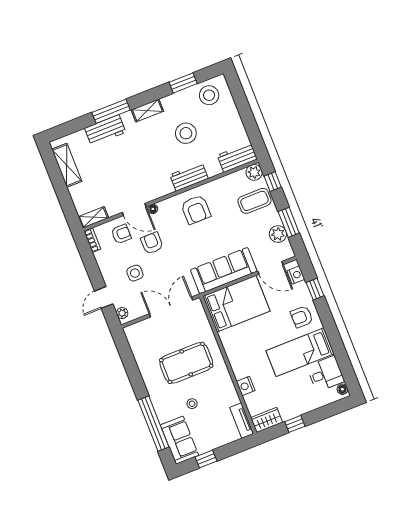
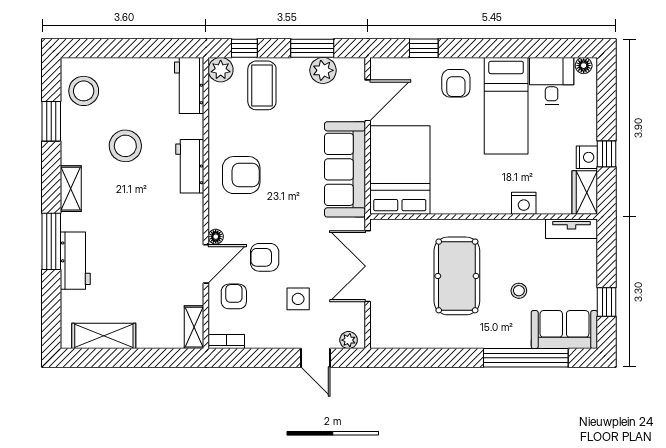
nightstand: (296, 275) -> (587, 157), moved, turned 90

